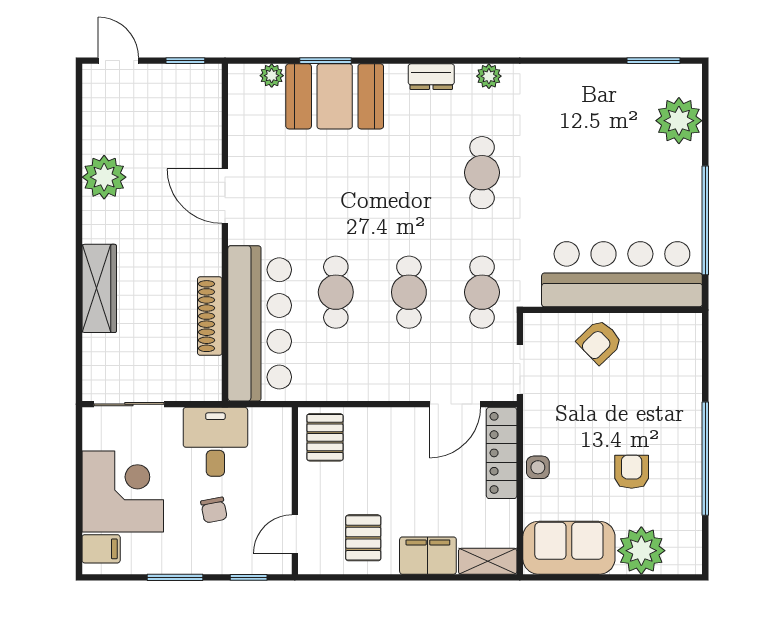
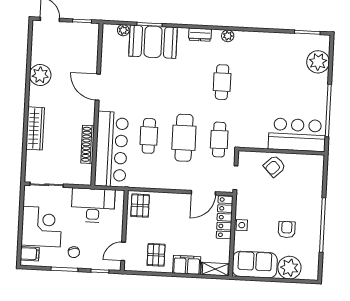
bar counter: (622, 274) -> (297, 135), width x0.73
cafe table: (409, 292) -> (184, 138), width x1.37, depth x1.35
desk: (215, 442) -> (93, 205), width x1.37
chair: (214, 510) -> (74, 252), moved

